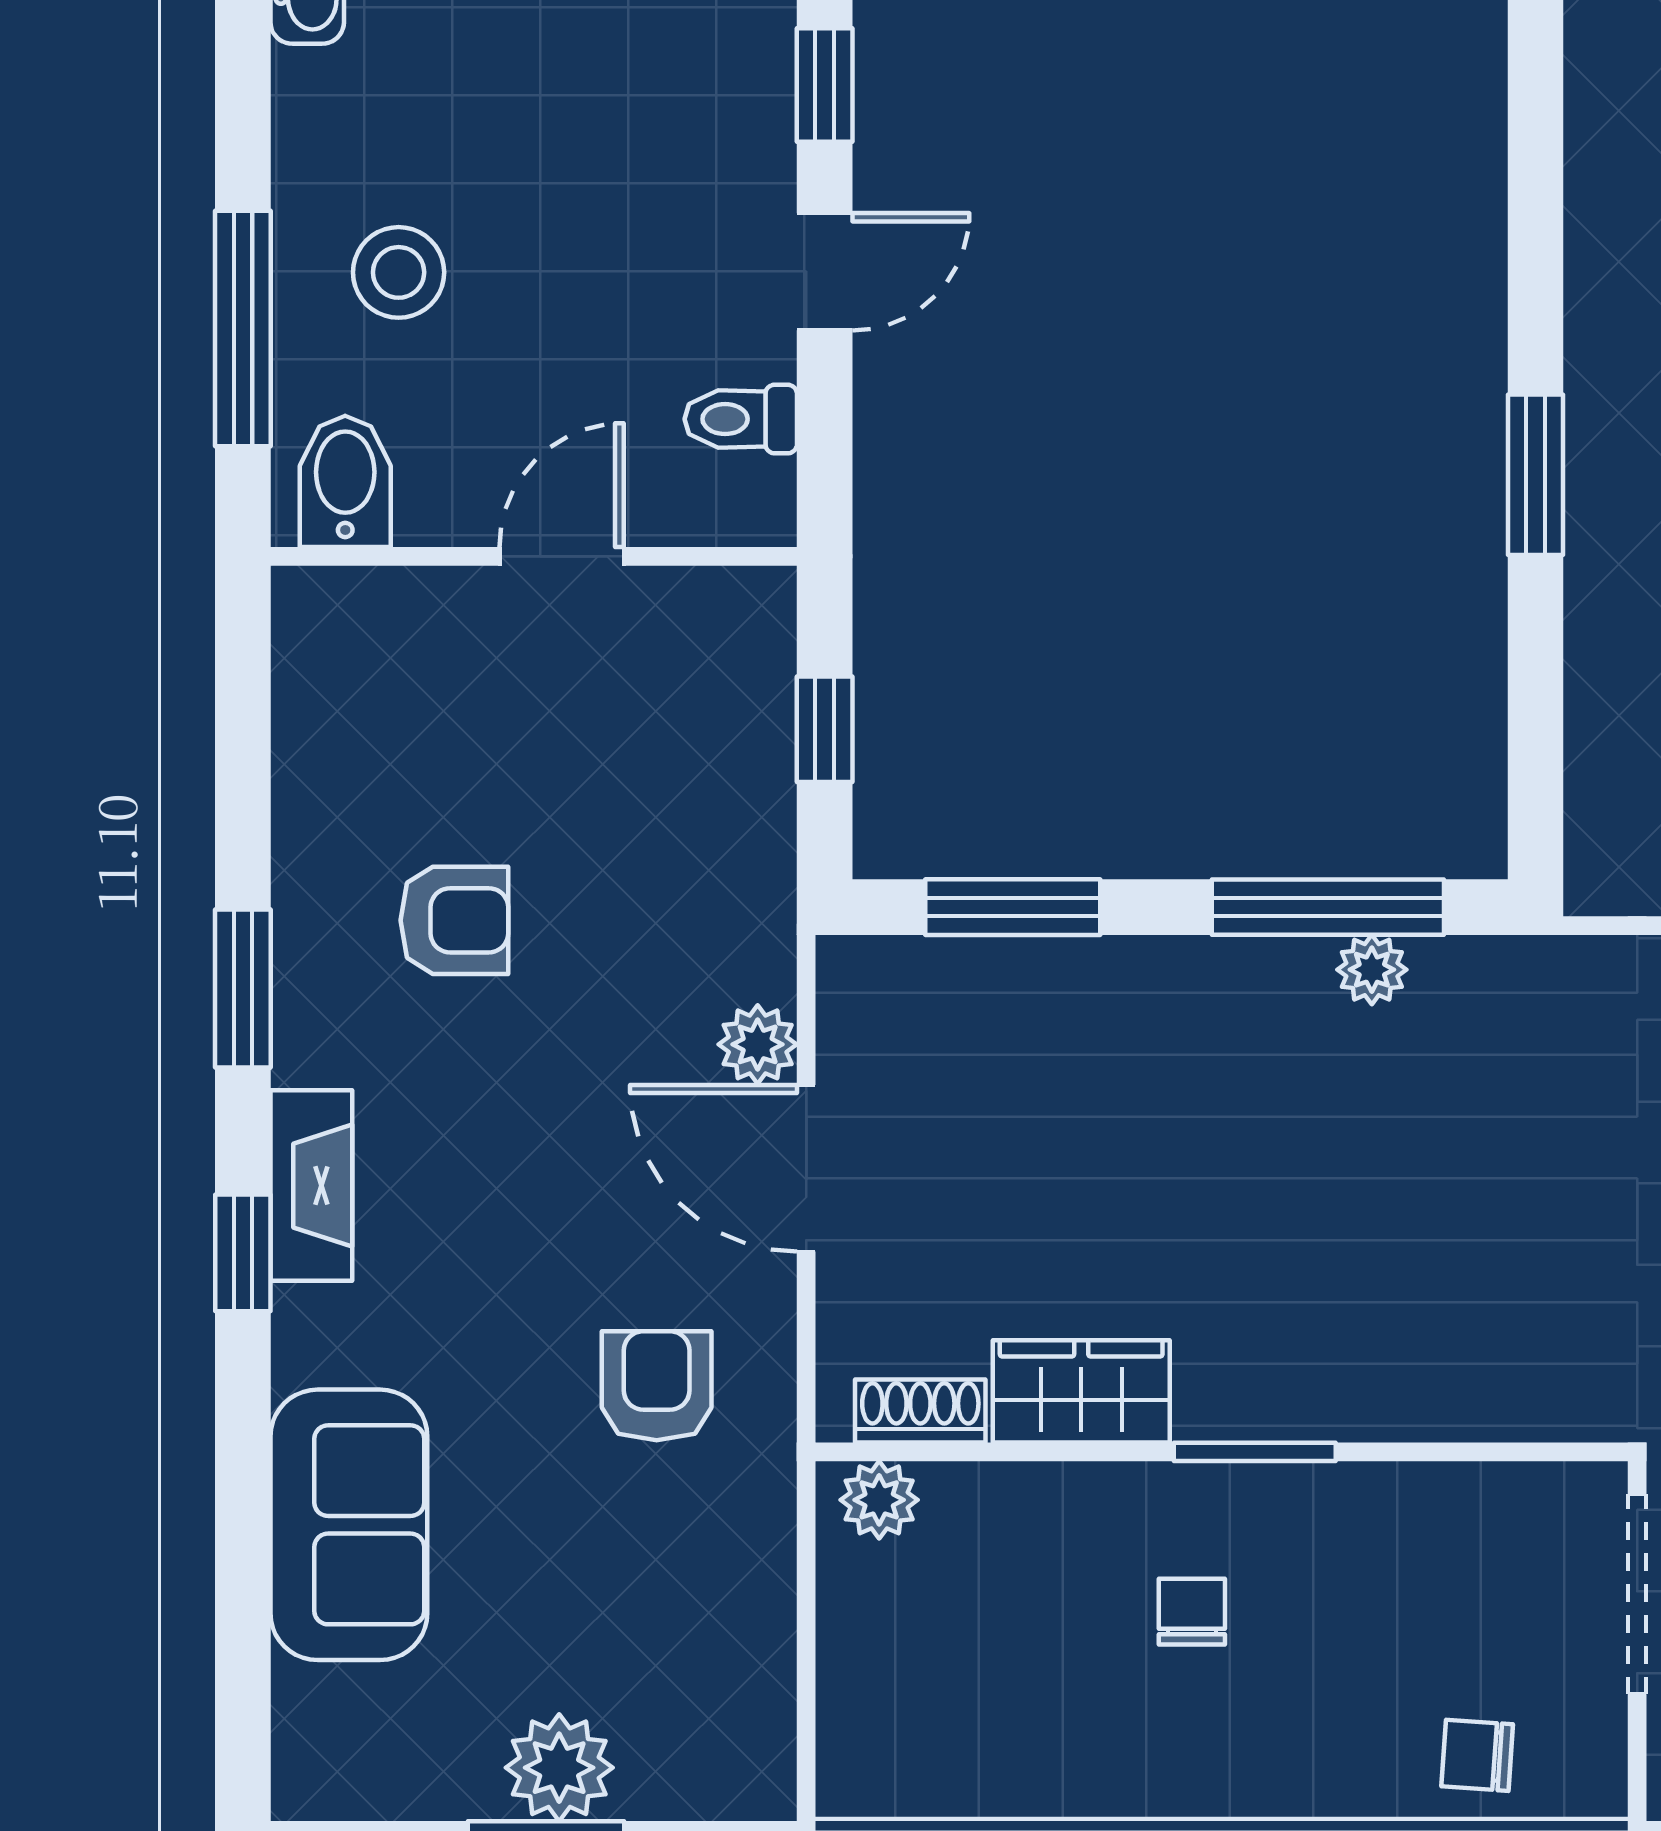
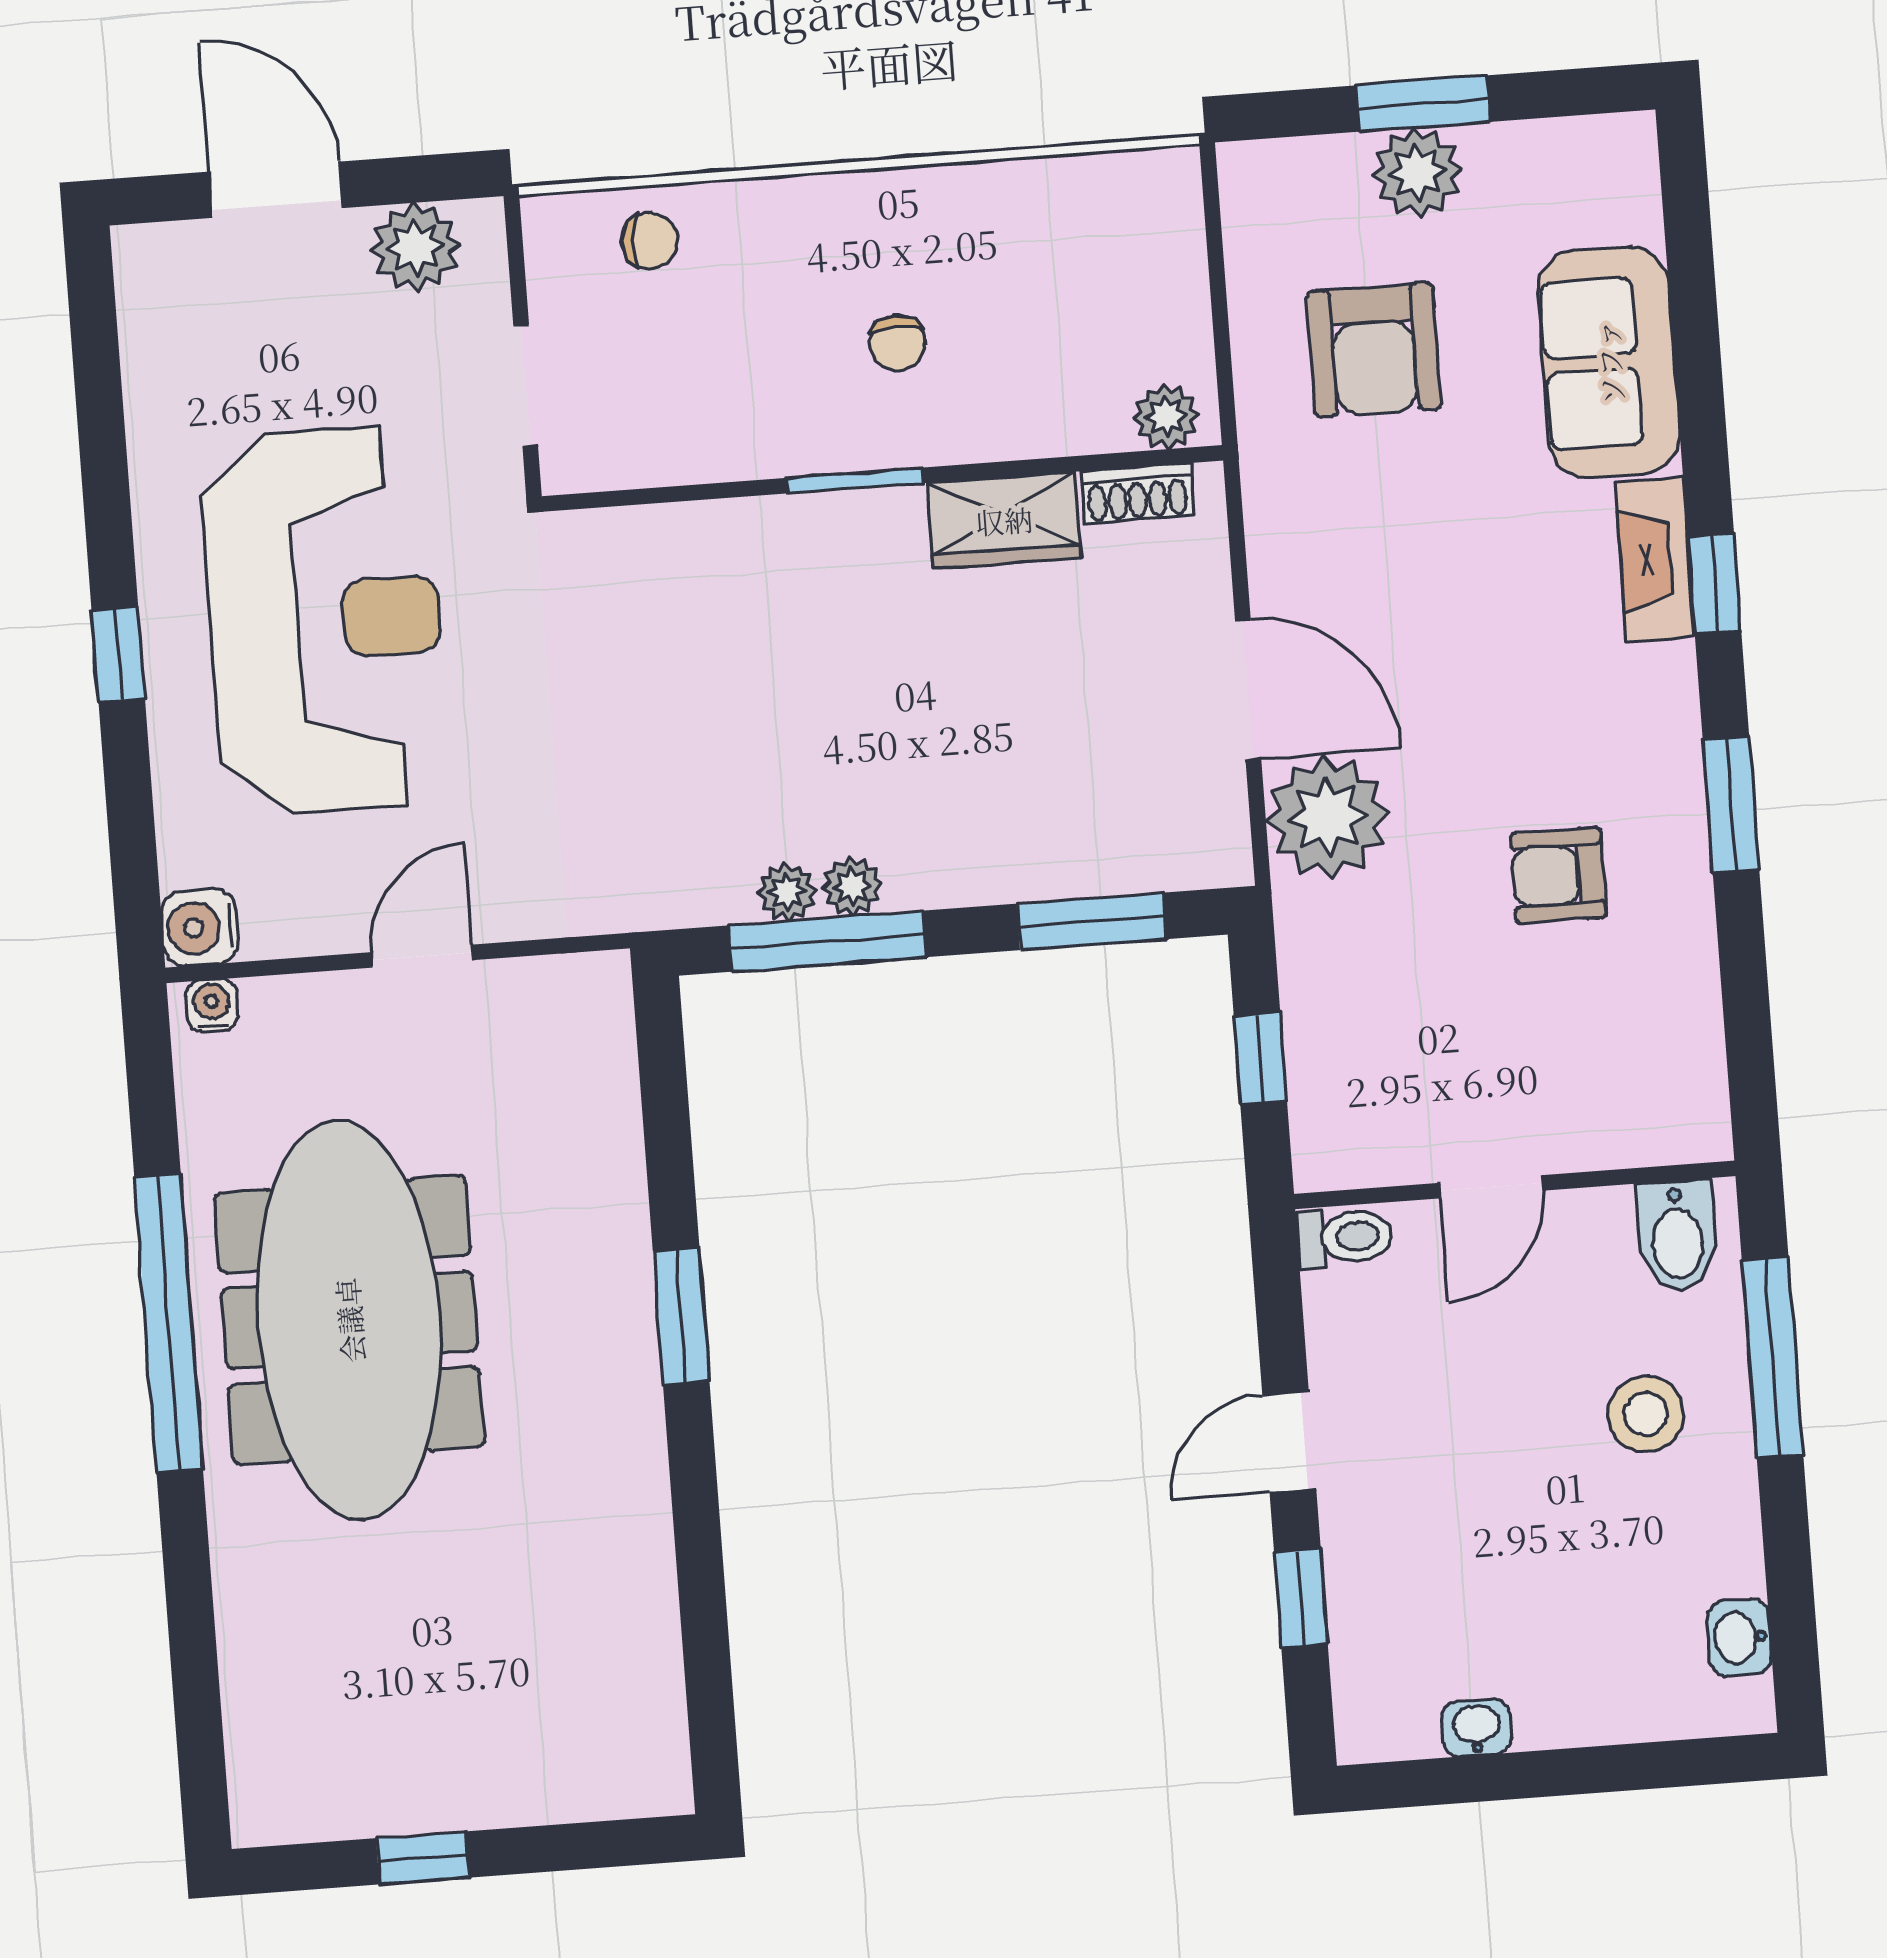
toilet: (741, 419) -> (1344, 1237), moved
plant: (1294, 970) -> (852, 886), added
plant: (758, 1044) -> (1327, 817), width x1.88, depth x1.88
fireplace: (311, 1186) -> (1655, 560), moved
armchair: (657, 1386) -> (1374, 350), moved, width x1.38, depth x1.38
doorway: (1637, 1594) -> (526, 385), width x0.73

